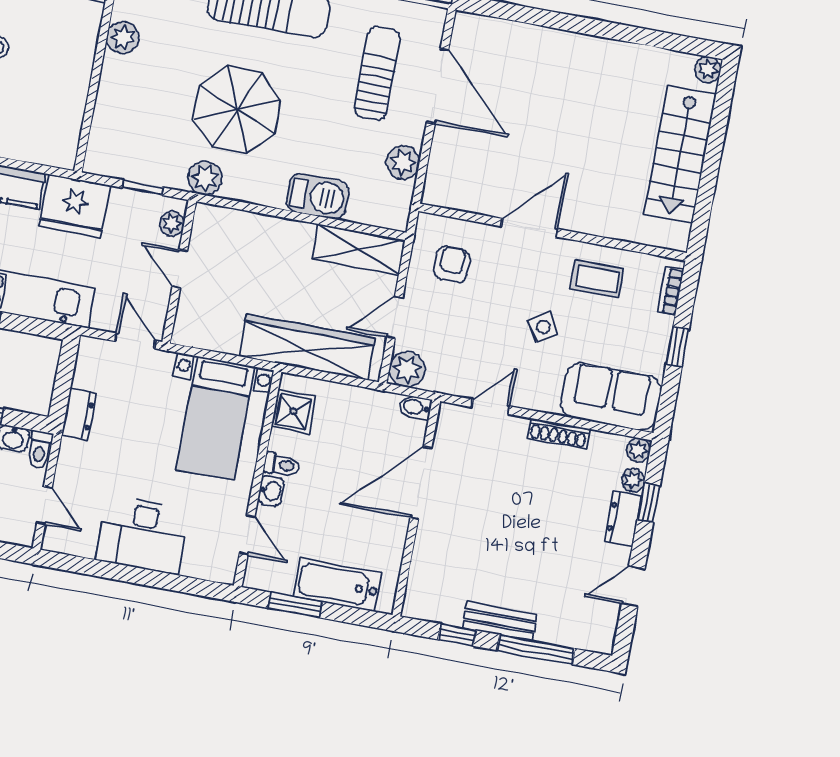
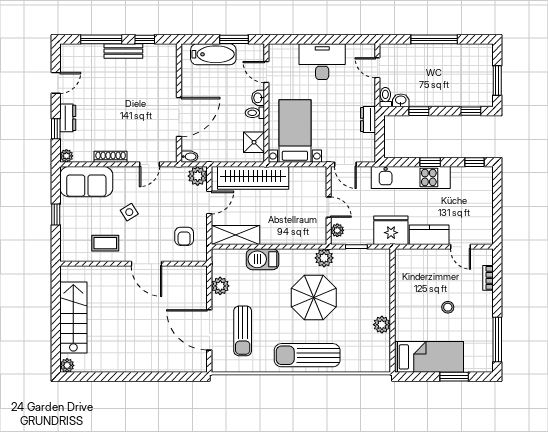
door: (529, 228) -> (146, 264), hinge flipped
bookcase: (670, 291) -> (65, 244), removed
plant: (633, 480) -> (66, 139), removed

